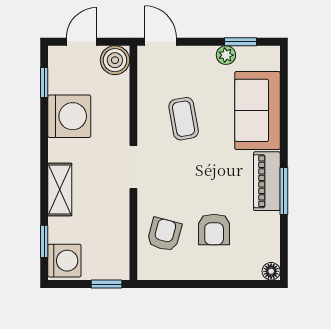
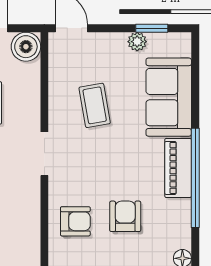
window: (284, 191) -> (195, 178), width x2.11
armchair: (214, 229) -> (125, 216), turned 180
armchair: (164, 234) -> (75, 221), turned 75

